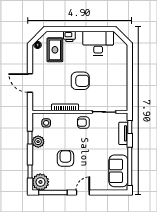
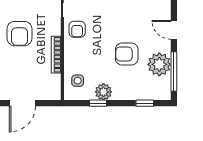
armchair: (80, 81) -> (20, 34), turned 180
plant: (40, 182) -> (159, 64), moved

